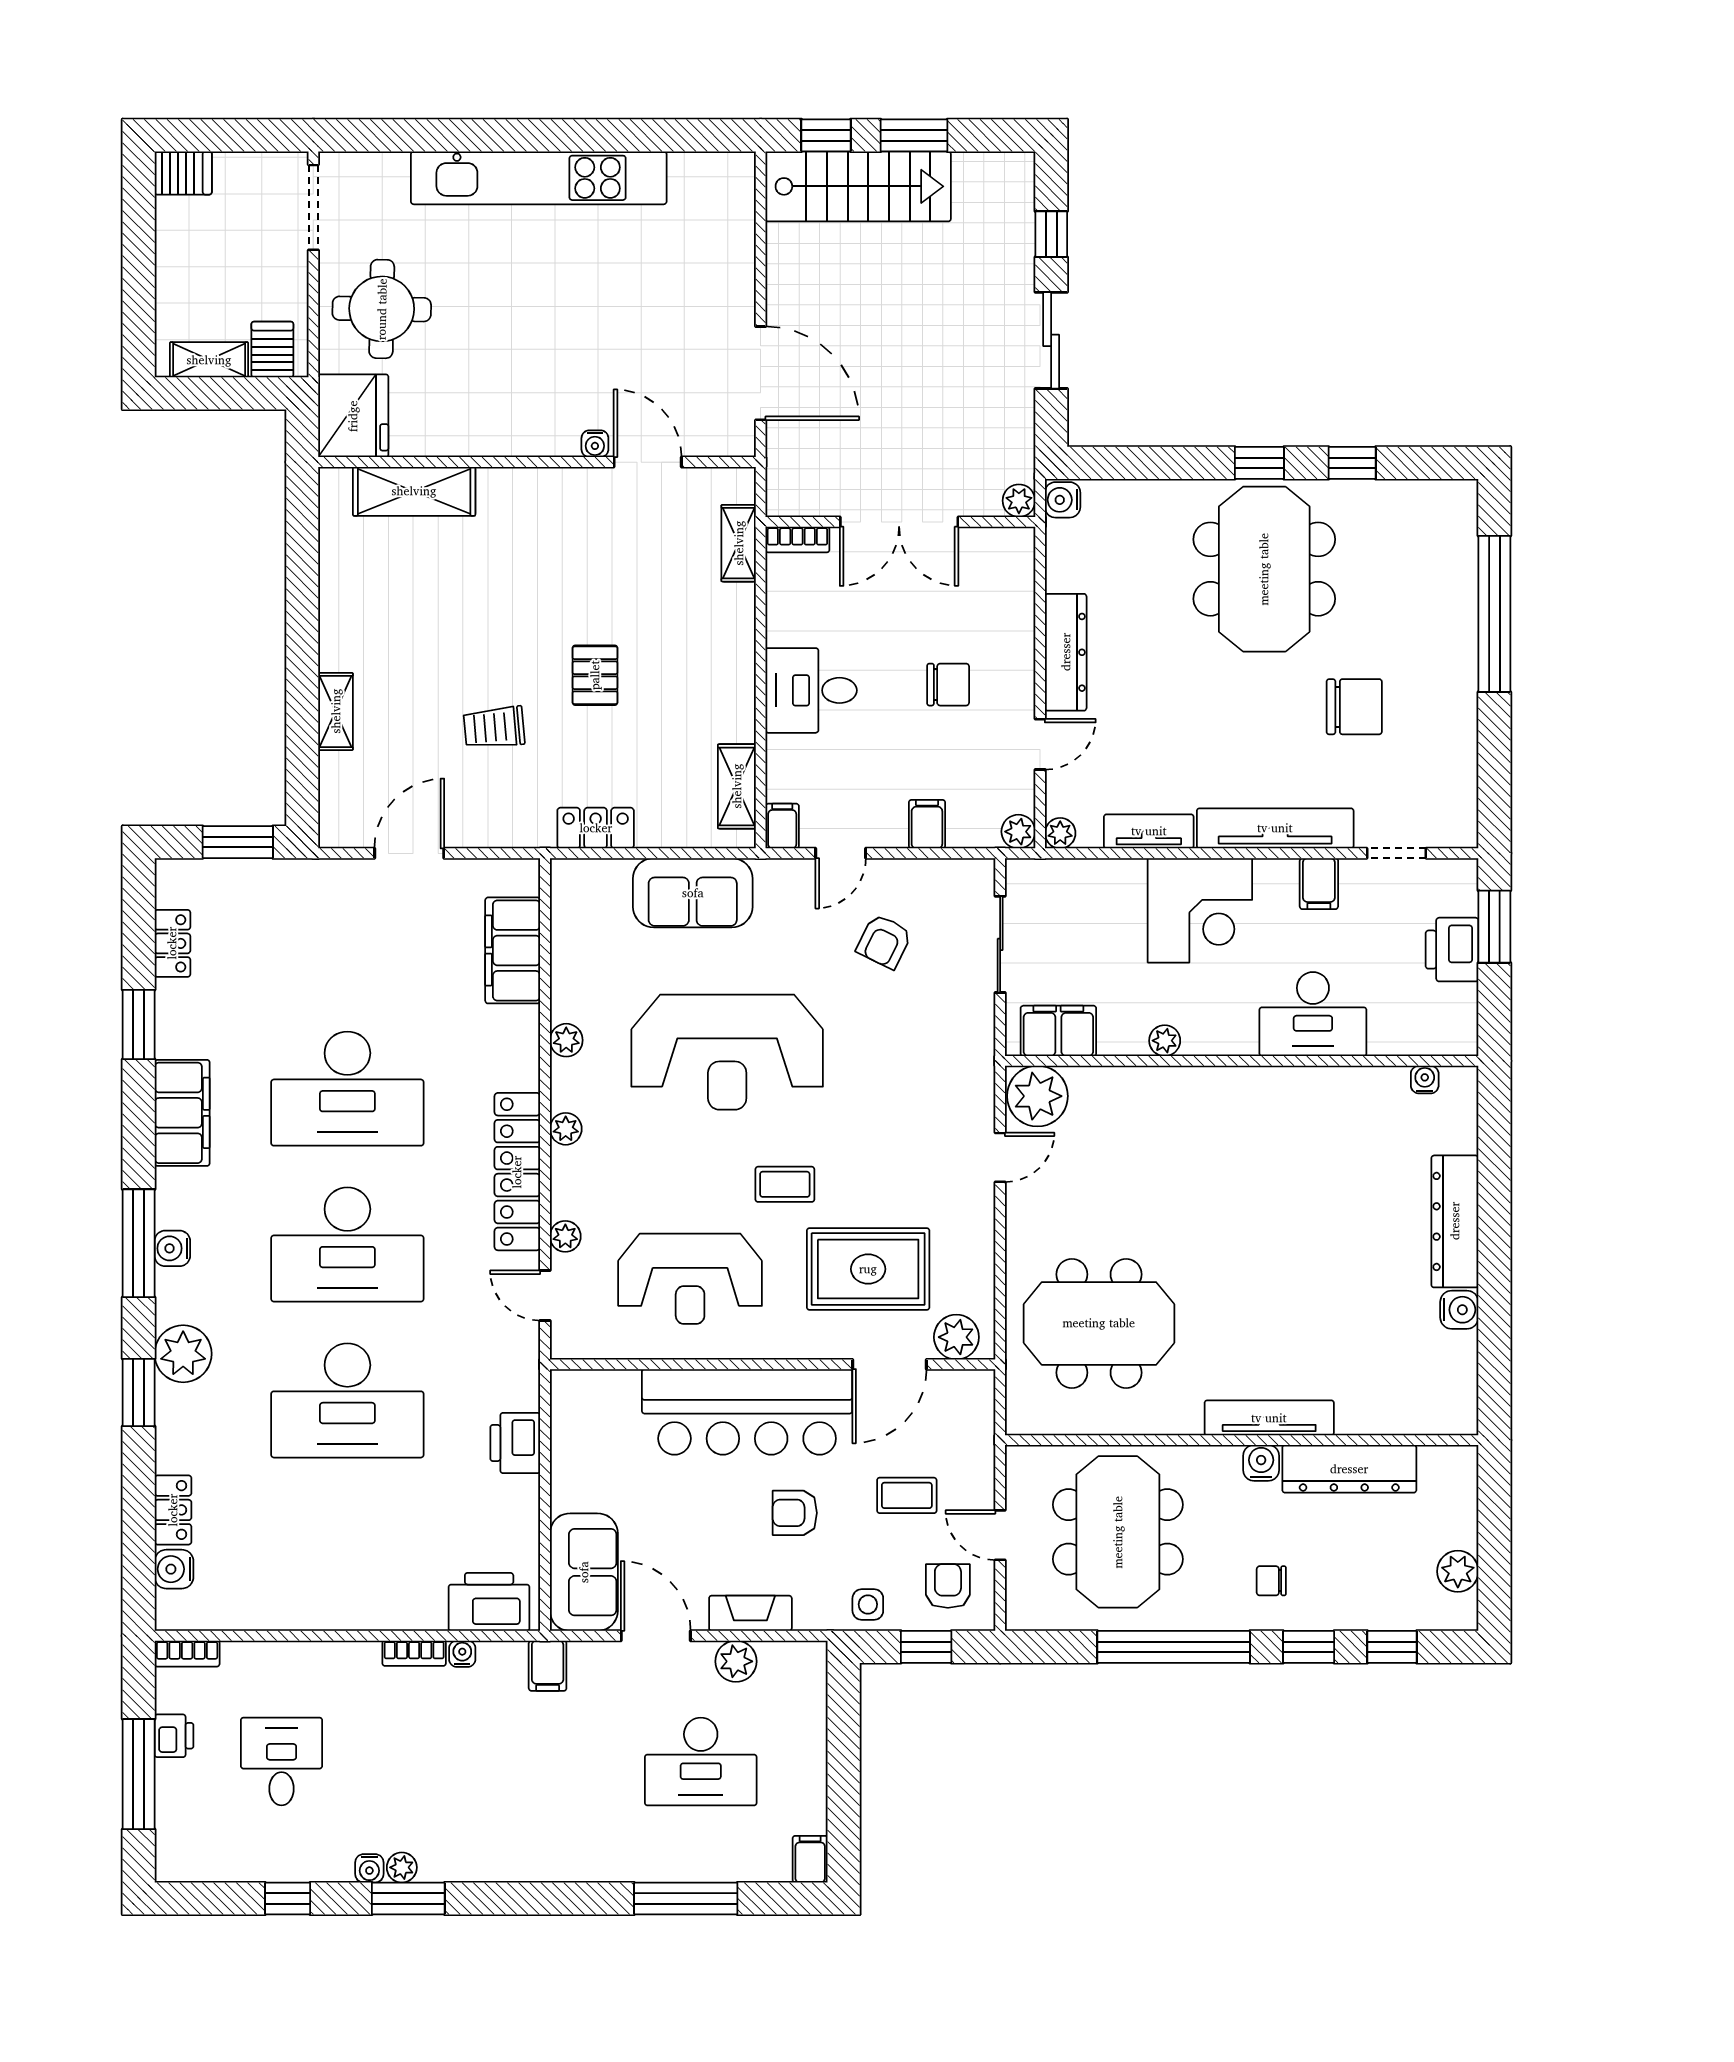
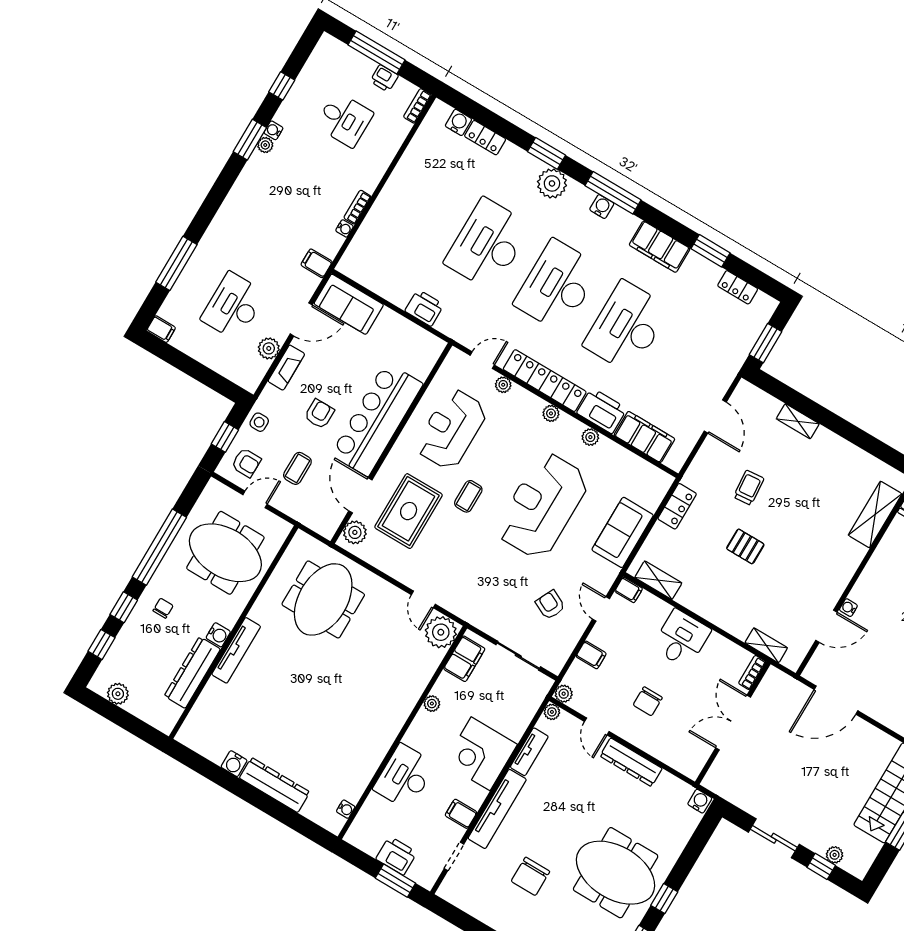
plant: (1019, 501) -> (835, 855), moved
printer: (489, 1602) -> (602, 411), moved, turned -90

